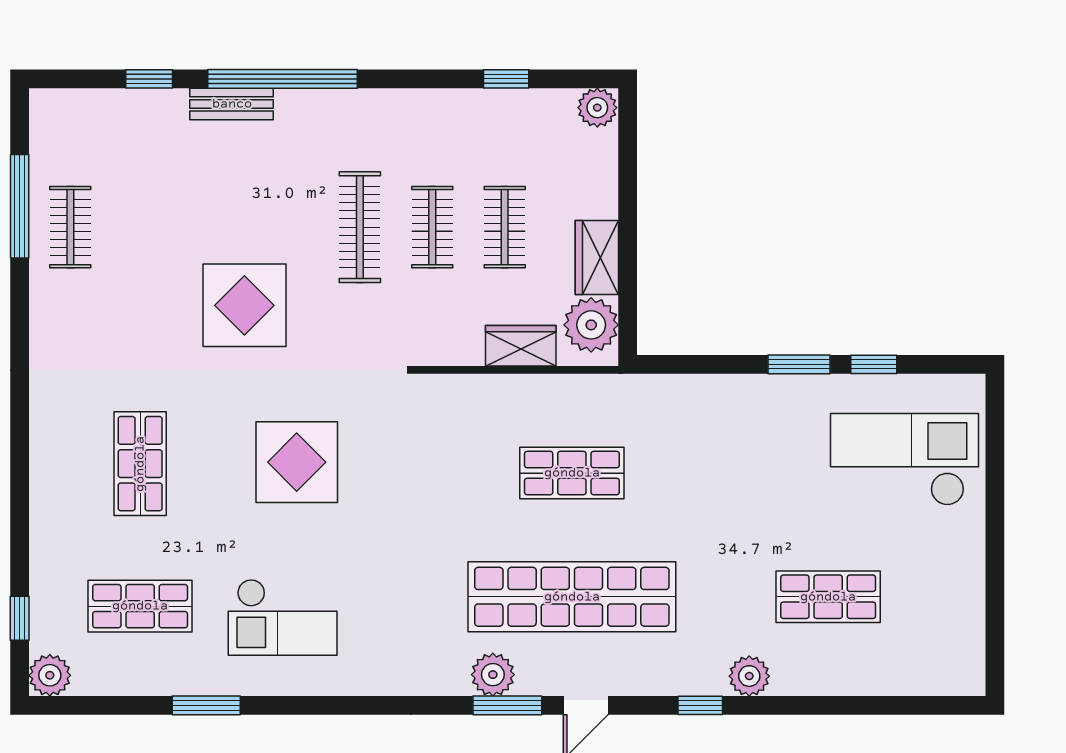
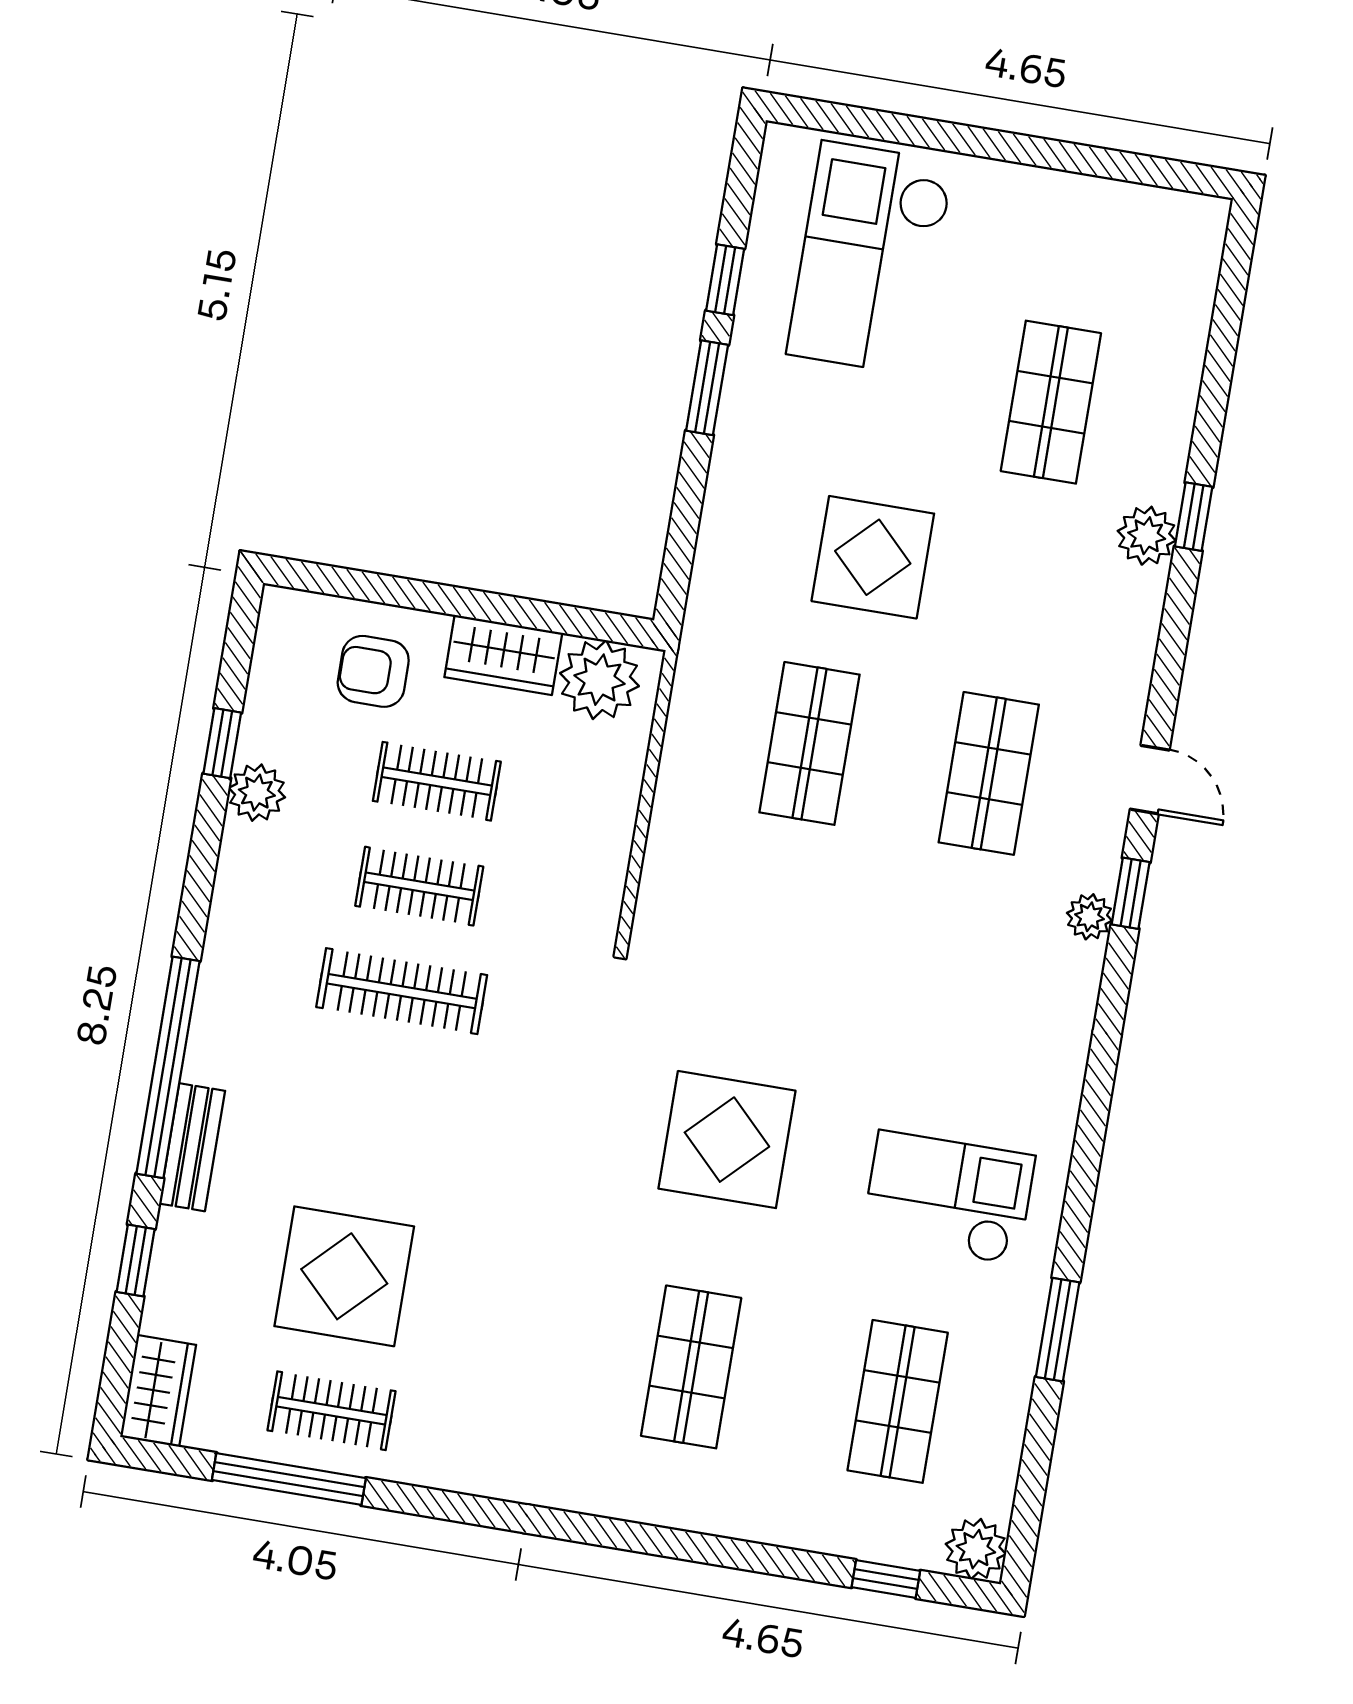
plant: (597, 108) -> (257, 793), moved
armchair: (571, 172) -> (373, 671), added
display table: (244, 305) -> (344, 1276), moved
wardrobe: (521, 346) -> (158, 1391), moved, turned 180
shop shelf: (140, 464) -> (691, 1367), turned 90
display table: (704, 495) -> (873, 557), added
shop shelf: (572, 597) -> (989, 773), width x0.50, depth x0.74
checkout: (283, 617) -> (948, 1198), turned -90
plant: (493, 675) -> (1090, 917), width x0.73, depth x0.73
window: (507, 705) -> (1131, 893), width x0.67
window: (700, 705) -> (1194, 517), moved

